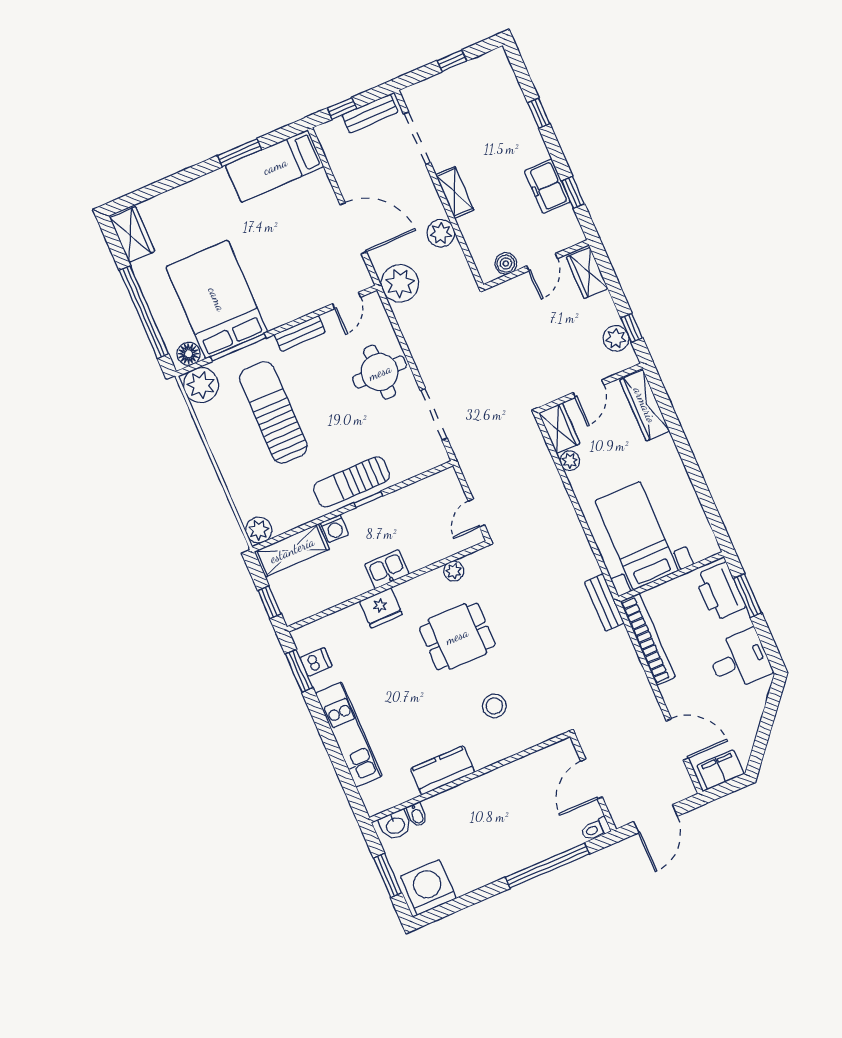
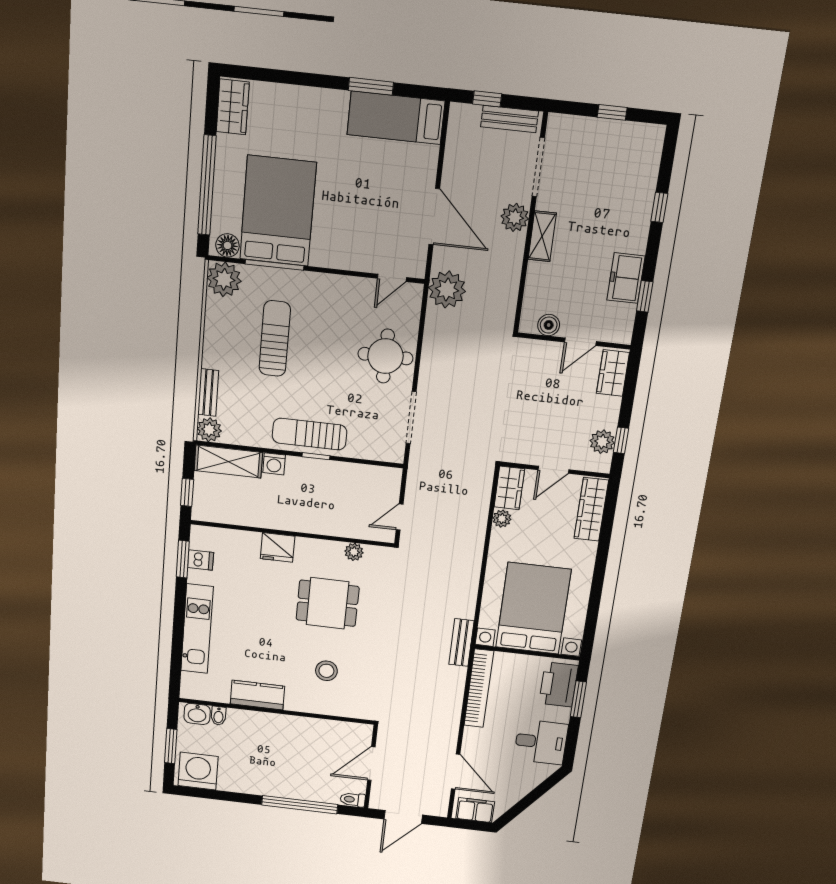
plant: (441, 233) -> (515, 217), moved
bench: (300, 333) -> (208, 393), moved, turned 90
sun lounger: (273, 412) -> (275, 339), width x0.73, depth x0.75
bed with nightstands: (637, 536) -> (533, 608), width x1.36
kitchen sink: (387, 569) -> (300, 520), removed

